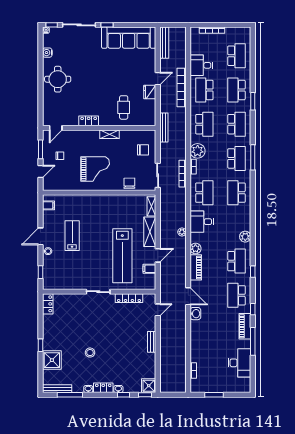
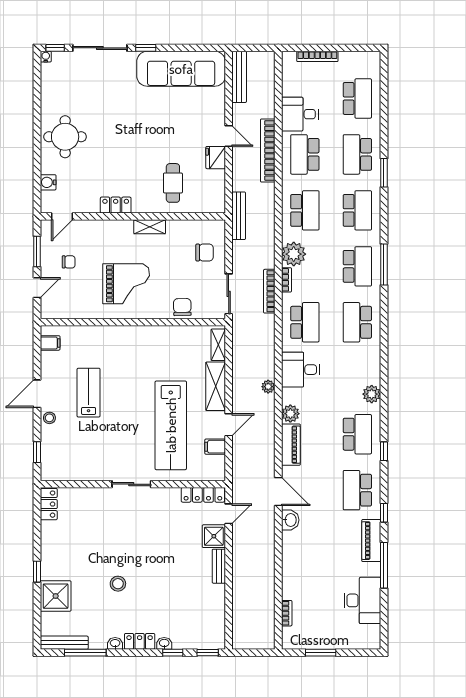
water cooler: (47, 53) -> (48, 182), moved
door: (158, 79) -> (229, 136), hinge flipped
locker: (129, 298) -> (203, 495), moved
shower: (149, 386) -> (214, 536), moved

